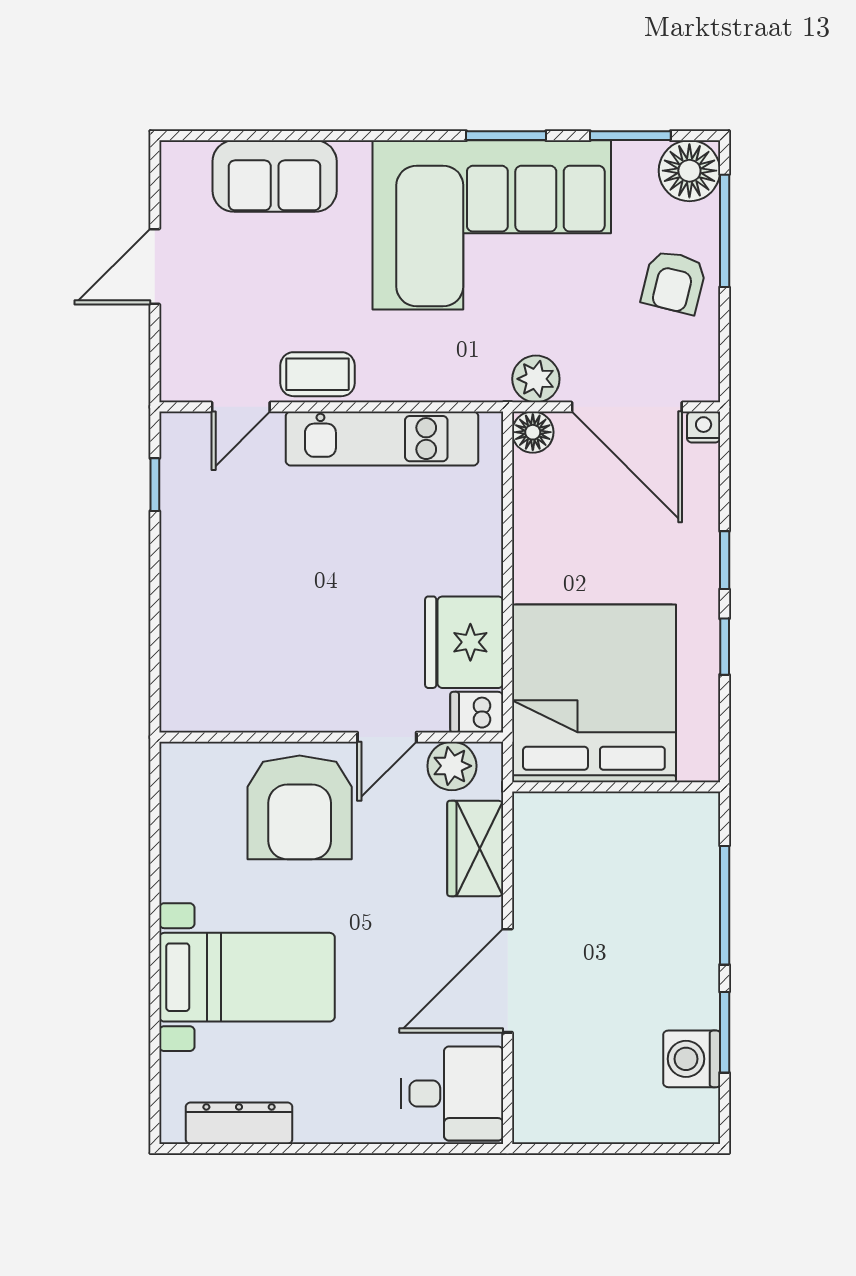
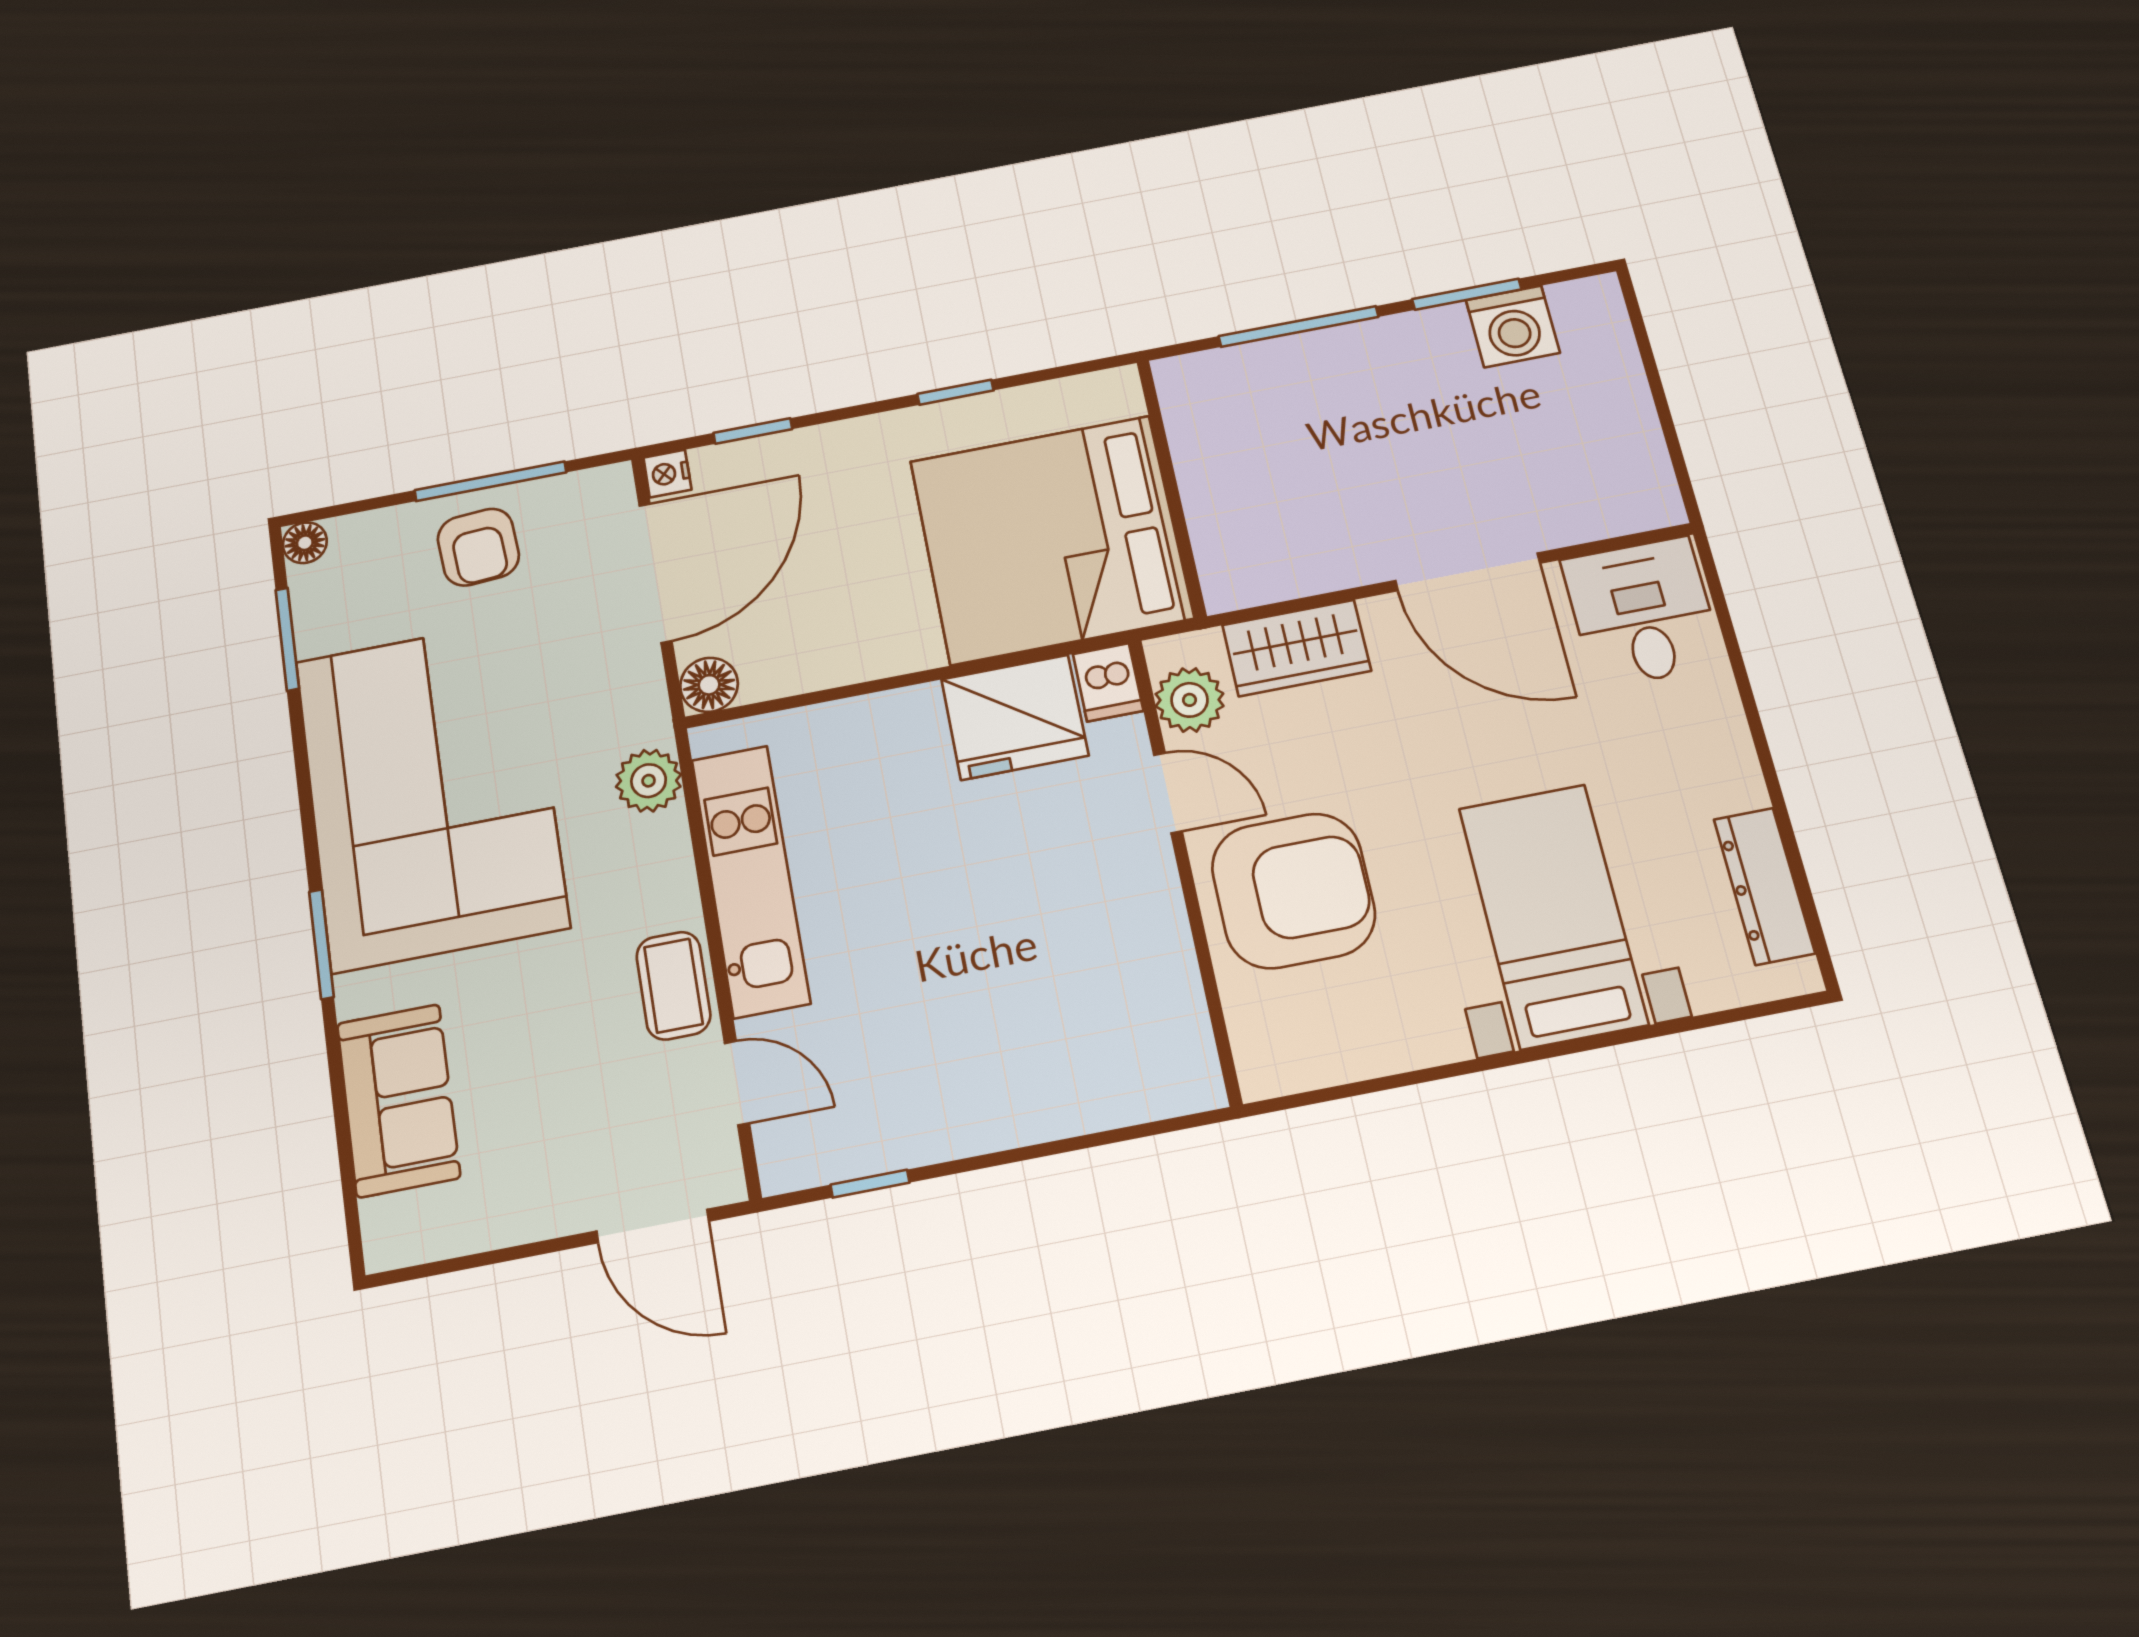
window: (506, 136) -> (321, 944), moved
floor lamp: (689, 171) -> (305, 543), width x0.53, depth x0.53
window: (725, 231) -> (490, 481), moved
door: (155, 267) -> (653, 1226), moved
armchair: (674, 282) -> (478, 547), turned 72
plant: (536, 379) -> (649, 781), moved
window: (725, 560) -> (753, 431), moved

